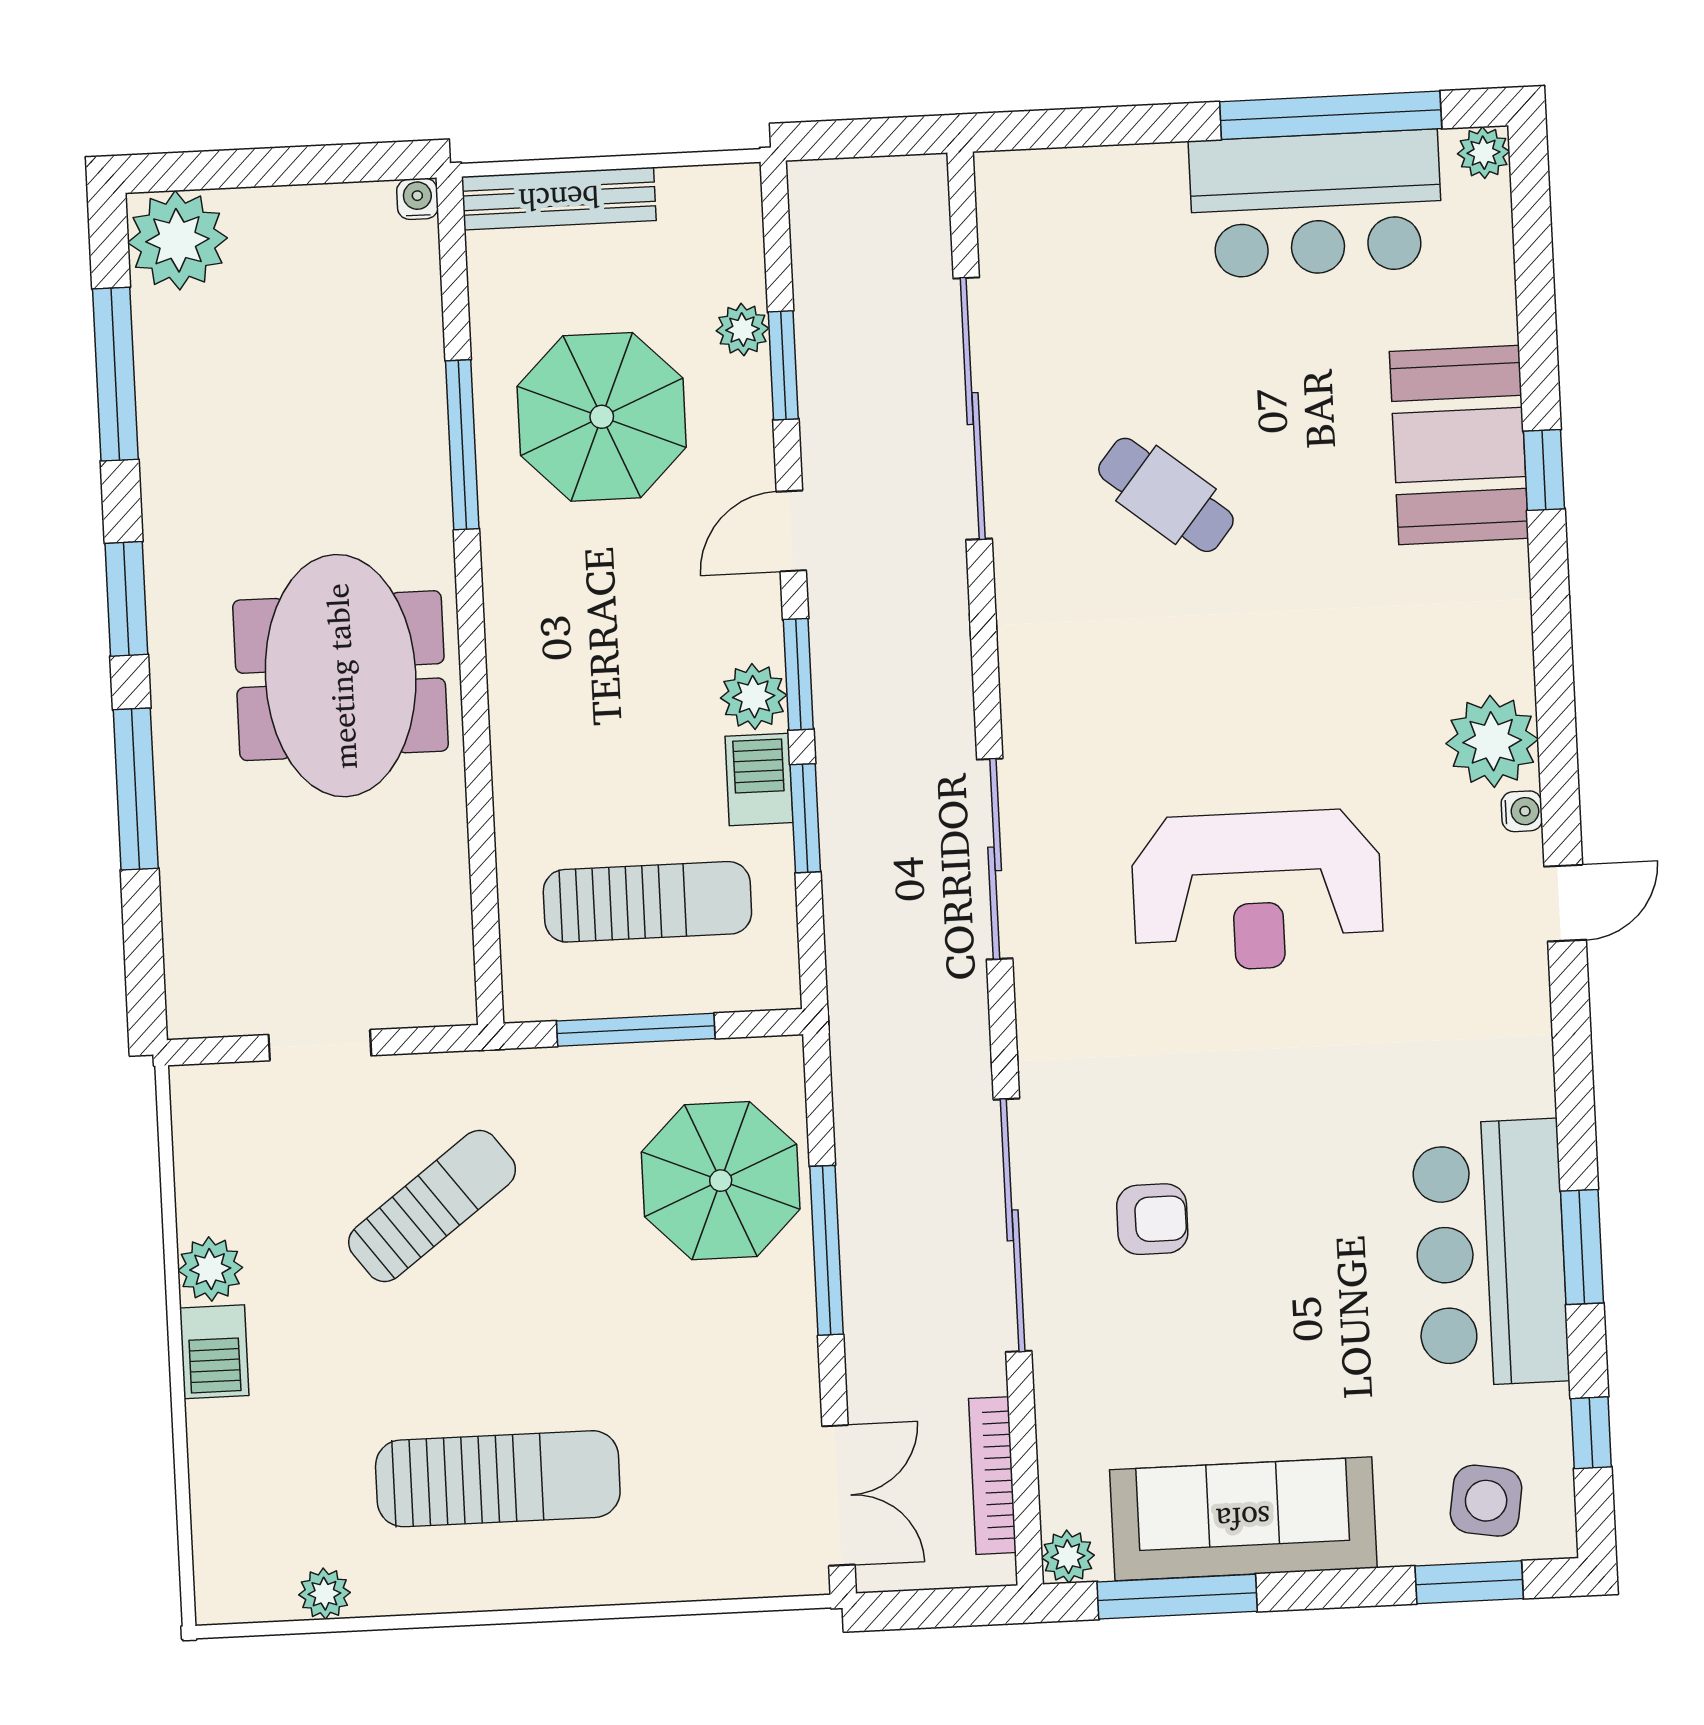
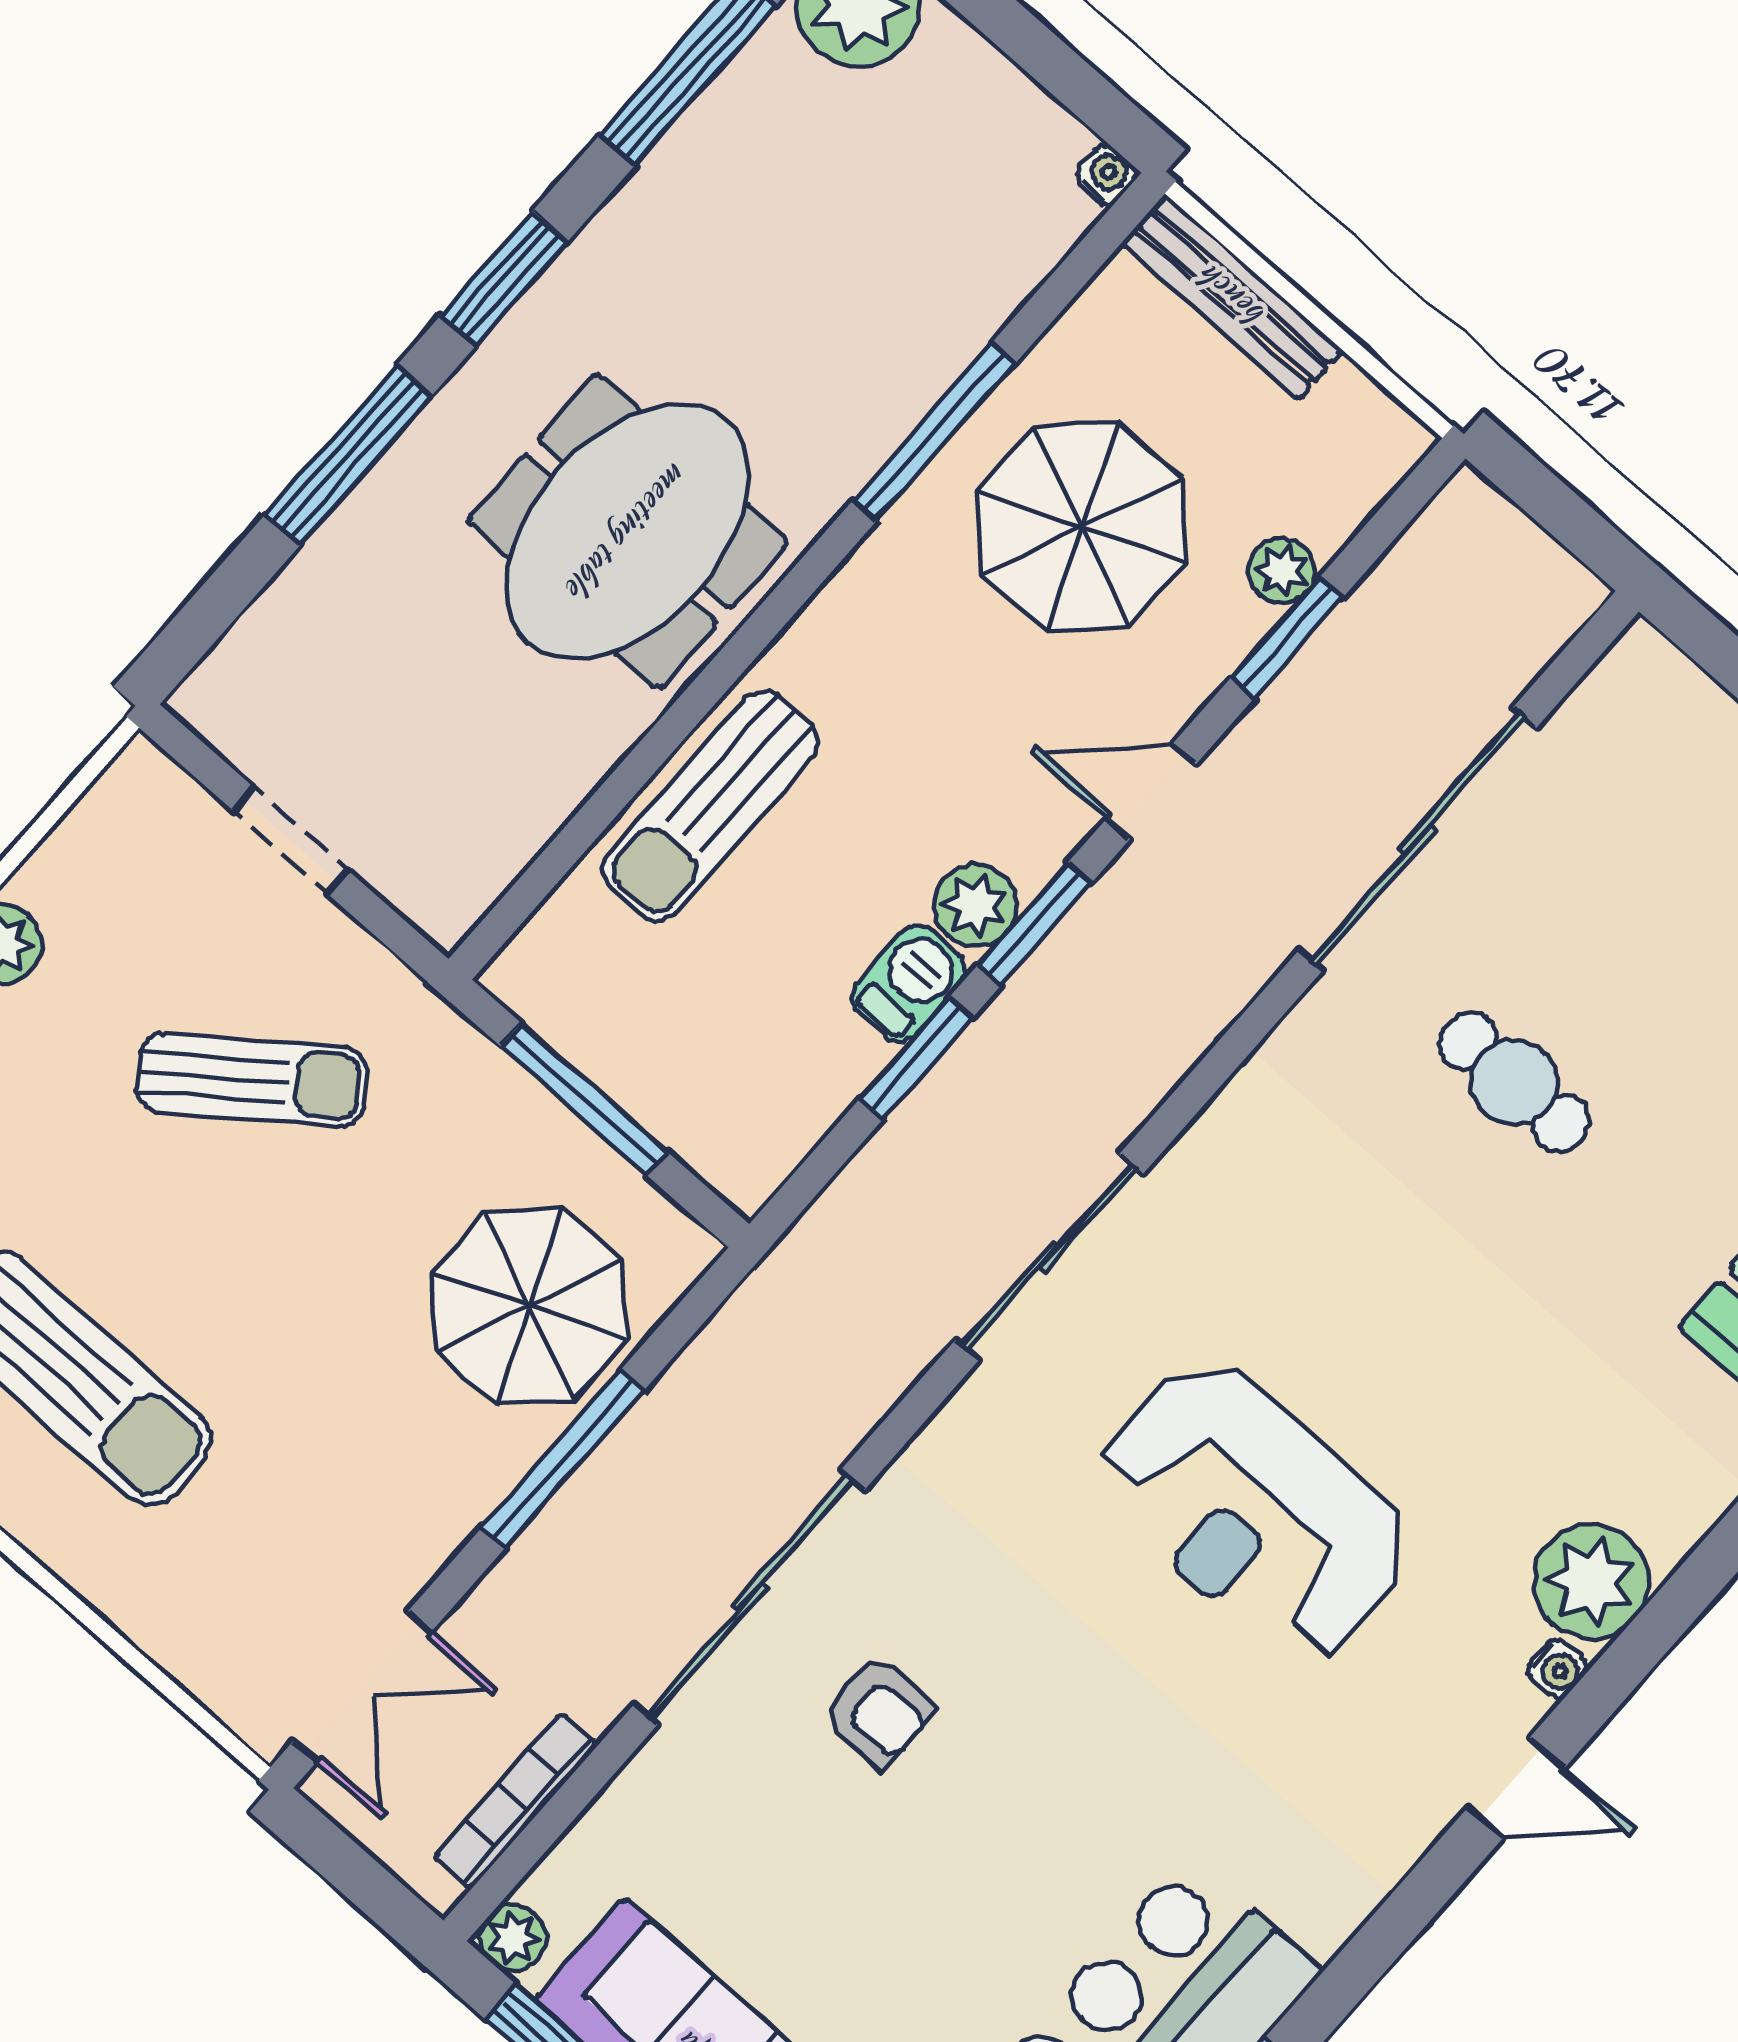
cafe table: (1166, 495) -> (1514, 1082), turned -39
sun lounger: (647, 902) -> (711, 806), moved, turned 90

